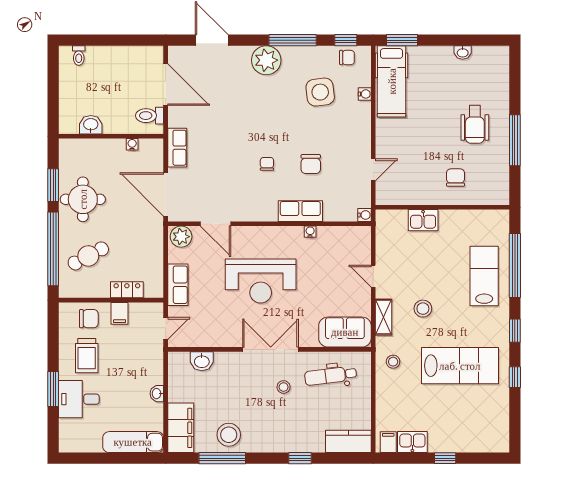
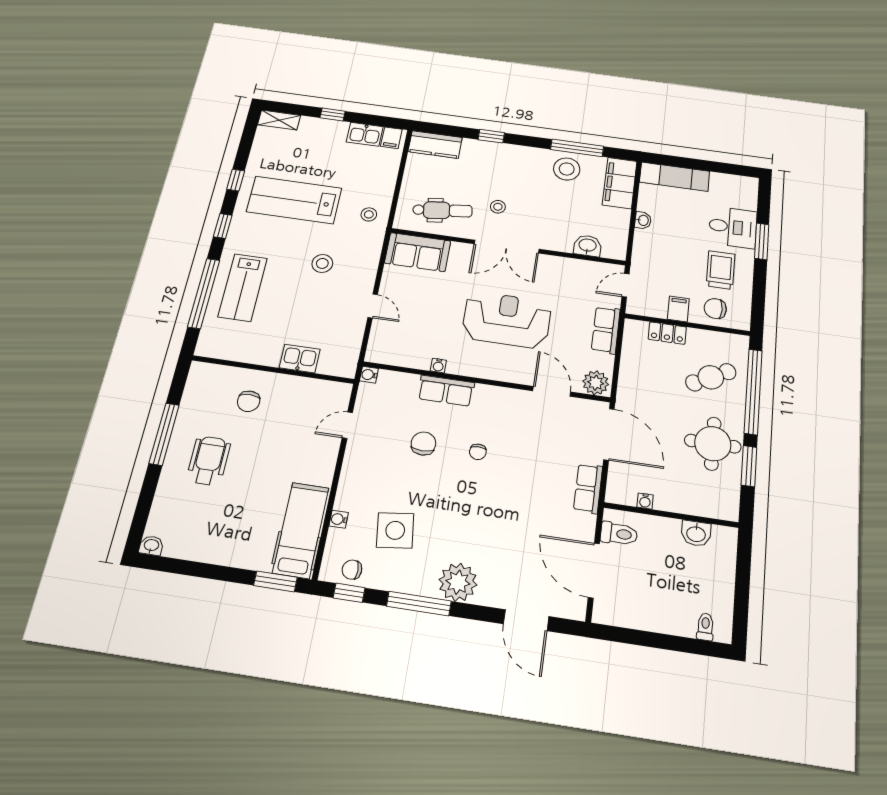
washbasin: (463, 52) -> (151, 546), moved
shelving: (384, 317) -> (279, 120), moved, turned 90

